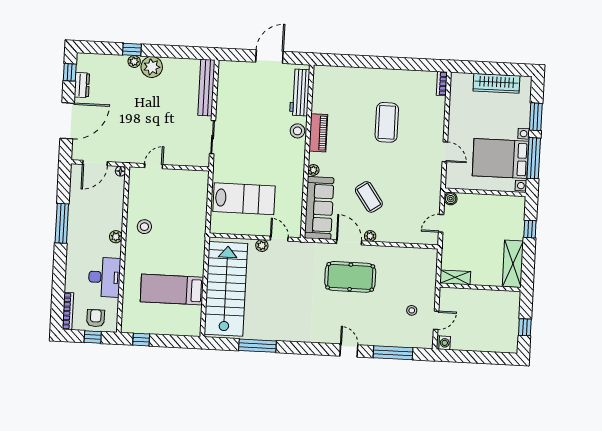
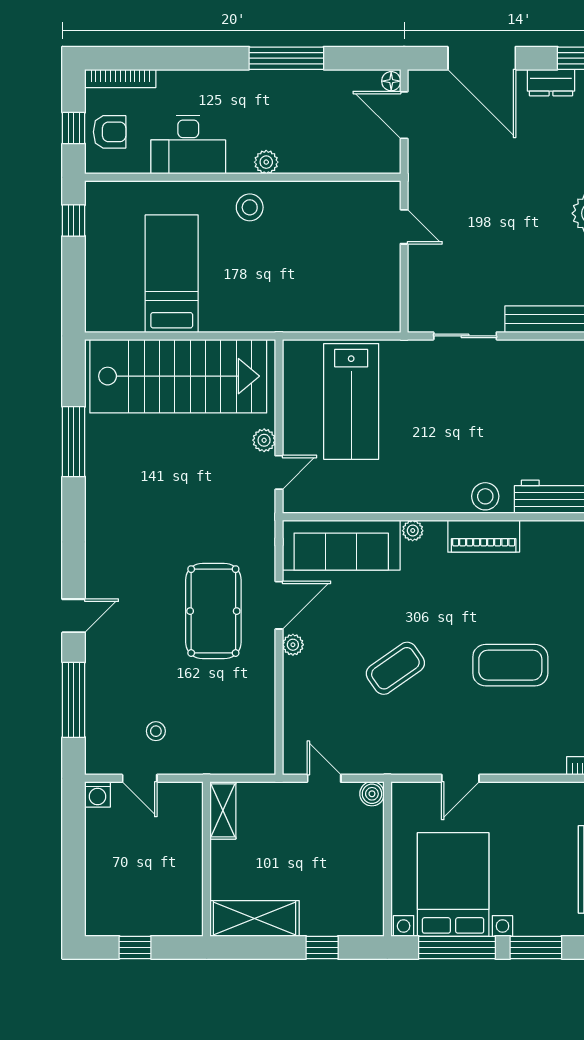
floor lamp: (120, 171) -> (391, 81), moved
coffee table: (369, 197) -> (395, 668), moved
stool: (144, 227) -> (250, 207), moved

